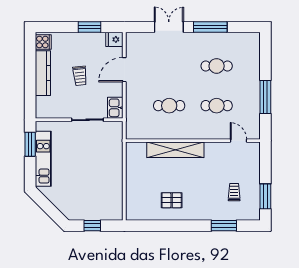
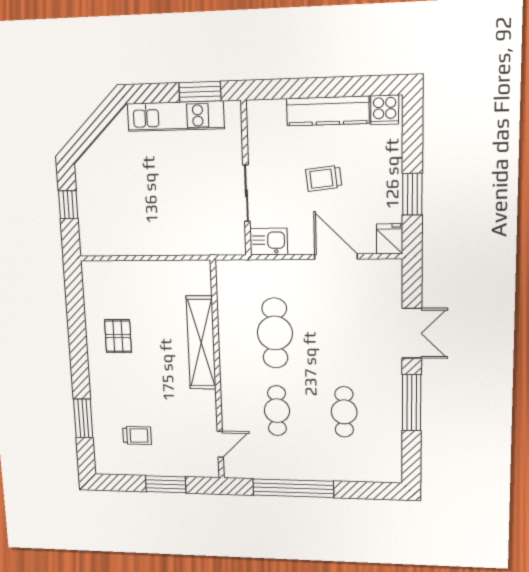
window: (265, 97) -> (293, 488), width x1.46
cafe table: (169, 106) -> (275, 333), width x1.37, depth x1.35
window: (265, 196) -> (166, 484), moved

